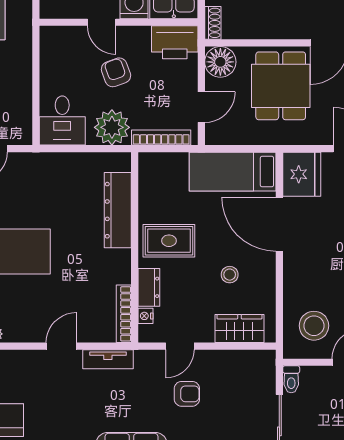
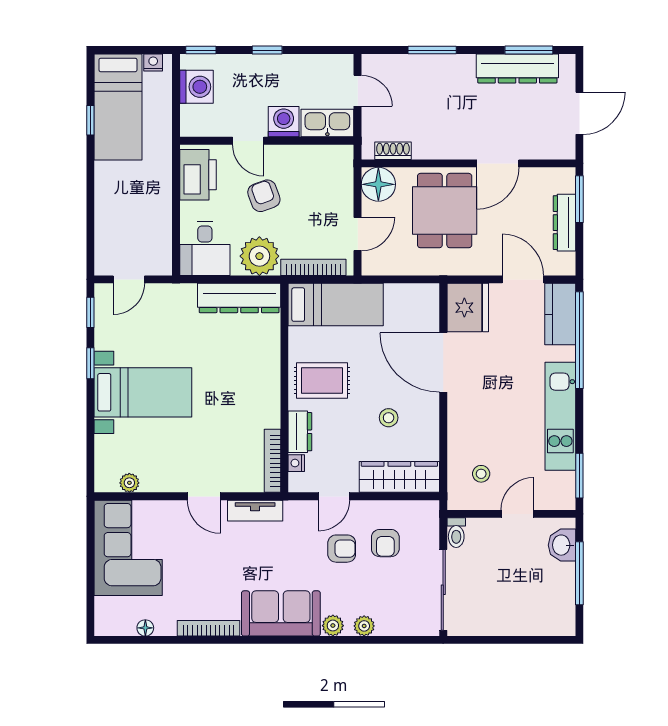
shoe rack: (213, 23) -> (393, 151), moved, turned -90
printer: (175, 42) -> (198, 175), moved, turned -90
bed: (233, 172) -> (336, 305), moved, turned 180
dresser: (118, 210) -> (239, 298), moved, turned -90
stool: (314, 326) -> (481, 474), width x0.53, depth x0.53
wardrobe: (239, 329) -> (399, 477), width x1.50
door: (61, 346) -> (204, 496), swing flipped
armchair: (227, 389) -> (385, 543), added

